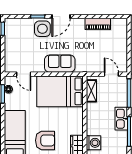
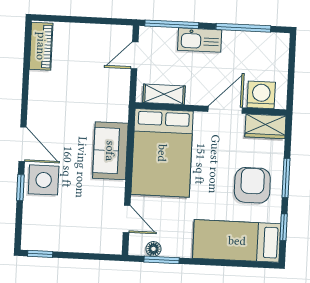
piano: (98, 24) -> (41, 46), moved
door: (24, 74) -> (127, 219), hinge flipped
kitchen sink: (121, 119) -> (200, 40), moved
door: (85, 124) -> (225, 110), added

